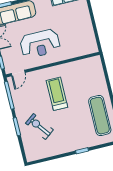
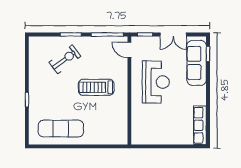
reception desk: (40, 44) -> (156, 82), turned 180
treadmill: (57, 94) -> (96, 87), turned 180

